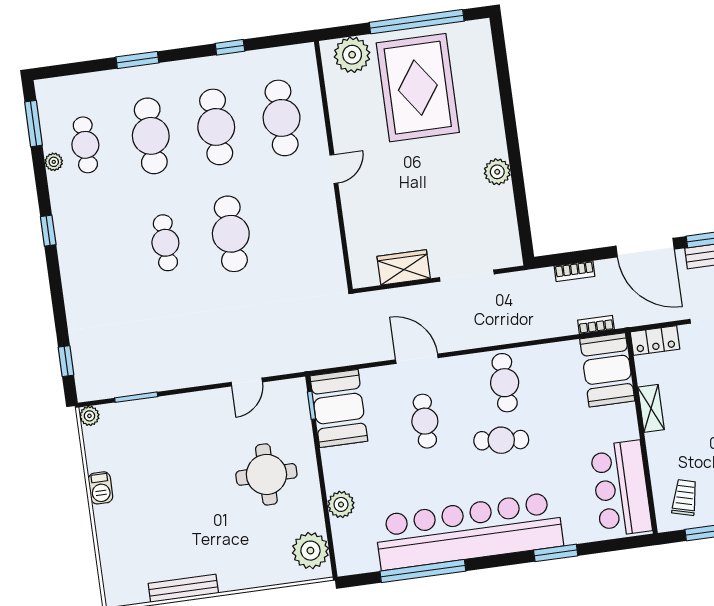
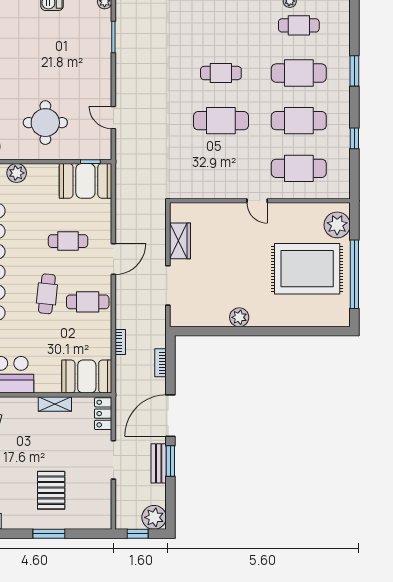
bookcase: (596, 325) -> (120, 342), moved
door: (417, 359) -> (113, 259), moved

